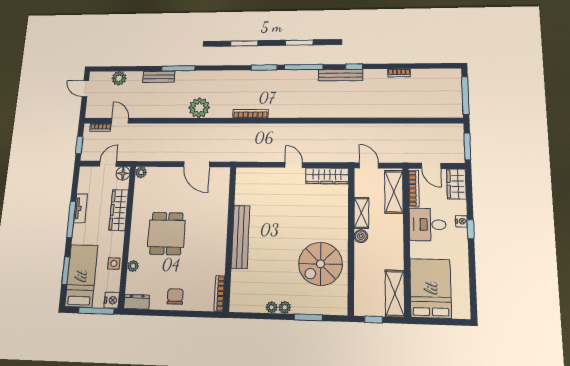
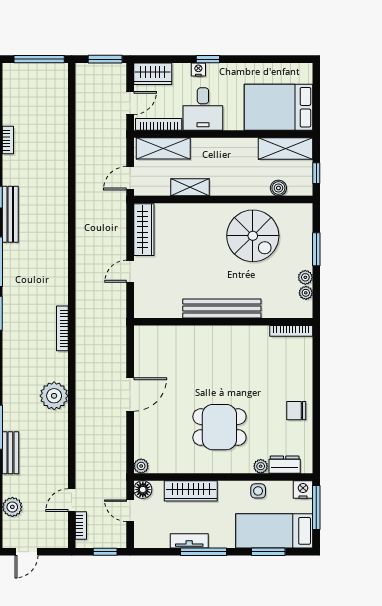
boiler: (361, 236) -> (278, 188), moved
bench: (241, 237) -> (222, 308), moved
wall: (230, 238) -> (223, 322), moved
bookcase: (219, 293) -> (291, 331), moved
dresser: (137, 302) -> (285, 465), moved, turned 90

